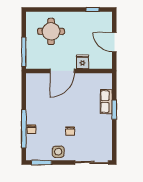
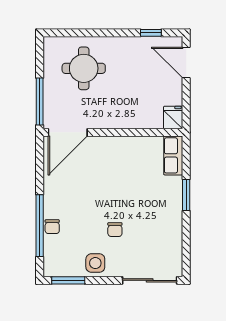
door: (114, 42) -> (186, 63), moved
fridge: (83, 62) -> (173, 117), moved
door: (62, 71) -> (68, 132), moved
row of seats: (106, 102) -> (173, 155), moved

